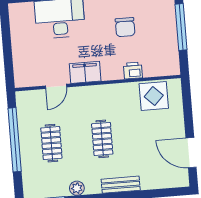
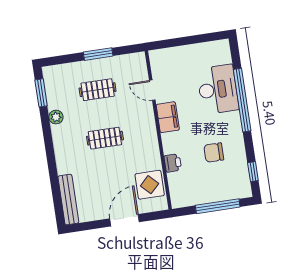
window: (15, 140) -> (98, 54), width x0.47
door: (191, 153) -> (125, 220), moved
bench: (121, 185) -> (68, 200), moved, width x1.36

